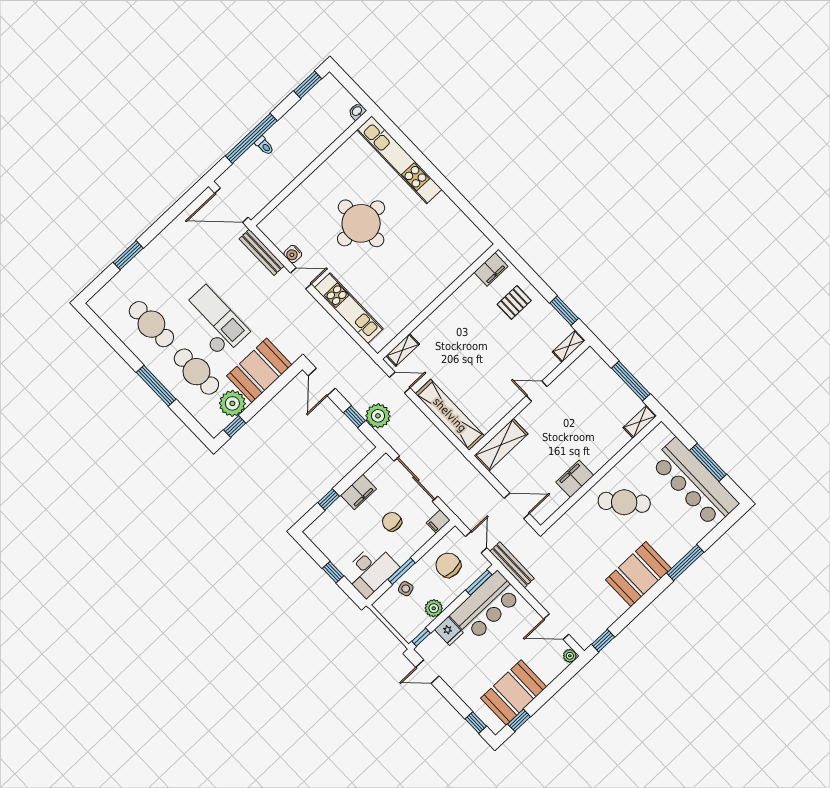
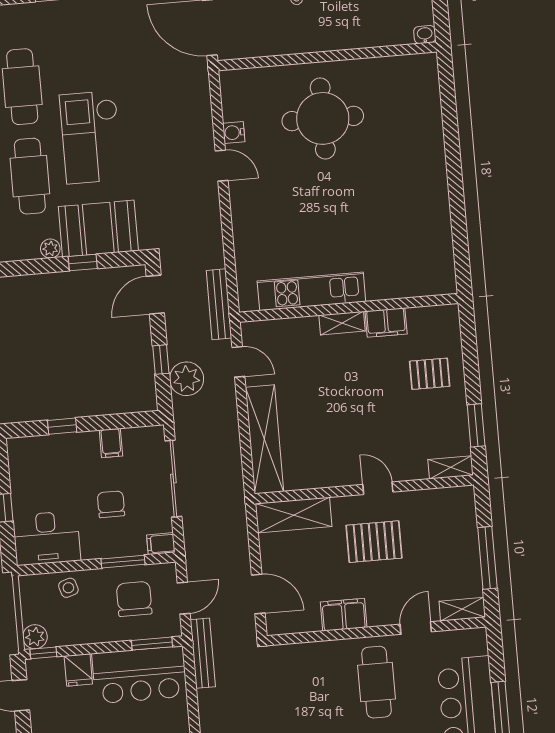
kitchen unit: (399, 160) -> (429, 123), removed
round table: (361, 223) -> (323, 118), moved
bench: (262, 252) -> (219, 304), moved
filing cabinet: (491, 269) -> (386, 323), moved
kitchen unit: (349, 308) -> (311, 291), moved, turned -90
checkout: (214, 322) -> (91, 137), turned 180
shelving: (403, 350) -> (342, 323), moved
plant: (232, 403) -> (50, 249), width x0.53, depth x0.53
pallet: (559, 423) -> (374, 542), added
window: (235, 426) -> (83, 263), moved
door: (622, 454) -> (416, 628), added
filing cabinet: (359, 492) -> (111, 443), width x0.50
cafe table: (624, 502) -> (376, 682), turned 42
window: (402, 571) -> (123, 562), moved
plant: (434, 608) -> (35, 637), moved

